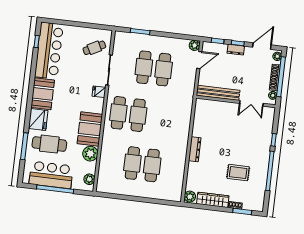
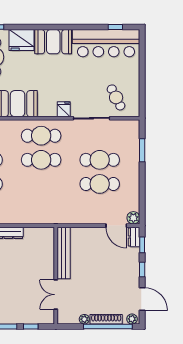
dresser: (236, 50) -> (134, 237), moved
bench: (218, 93) -> (64, 253), moved
wall: (236, 102) -> (56, 276), moved
double door: (251, 103) -> (56, 295), moved

